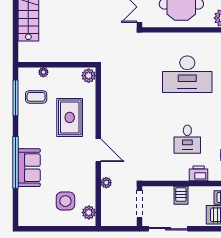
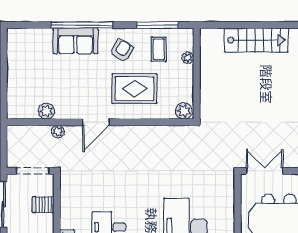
armchair: (37, 128) -> (122, 50), added
server rack: (181, 195) -> (43, 205), moved
side table: (65, 201) -> (36, 84), removed
plant: (89, 212) -> (46, 111), moved

